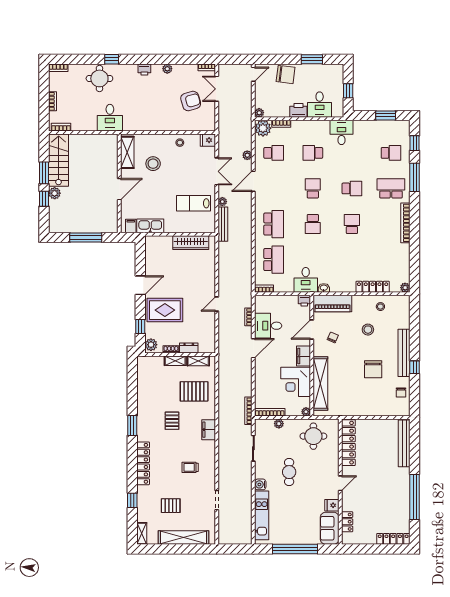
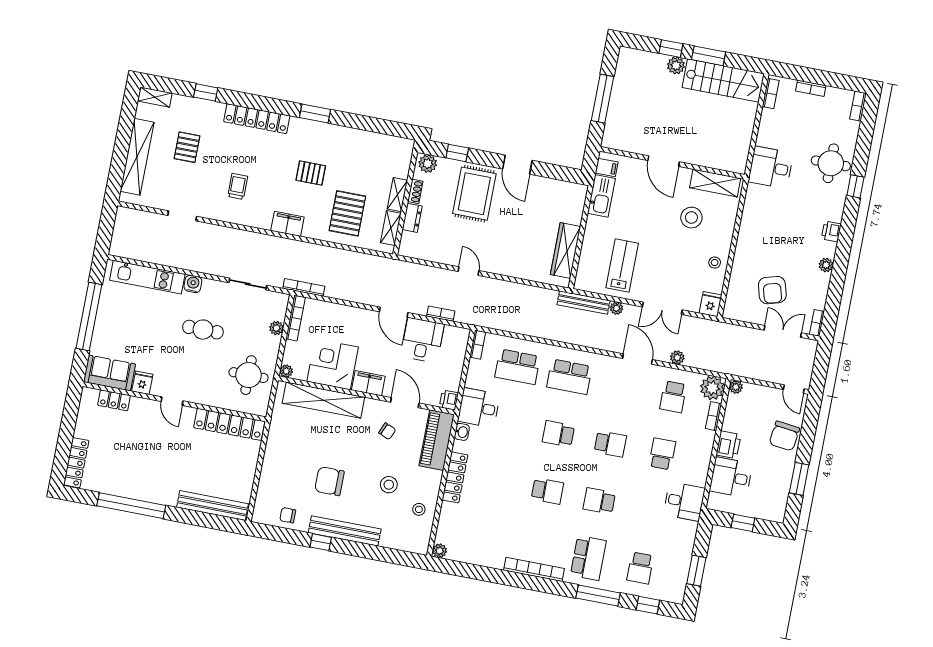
school desk: (352, 188) -> (599, 501), turned 90
locker: (373, 287) -> (455, 477), moved

